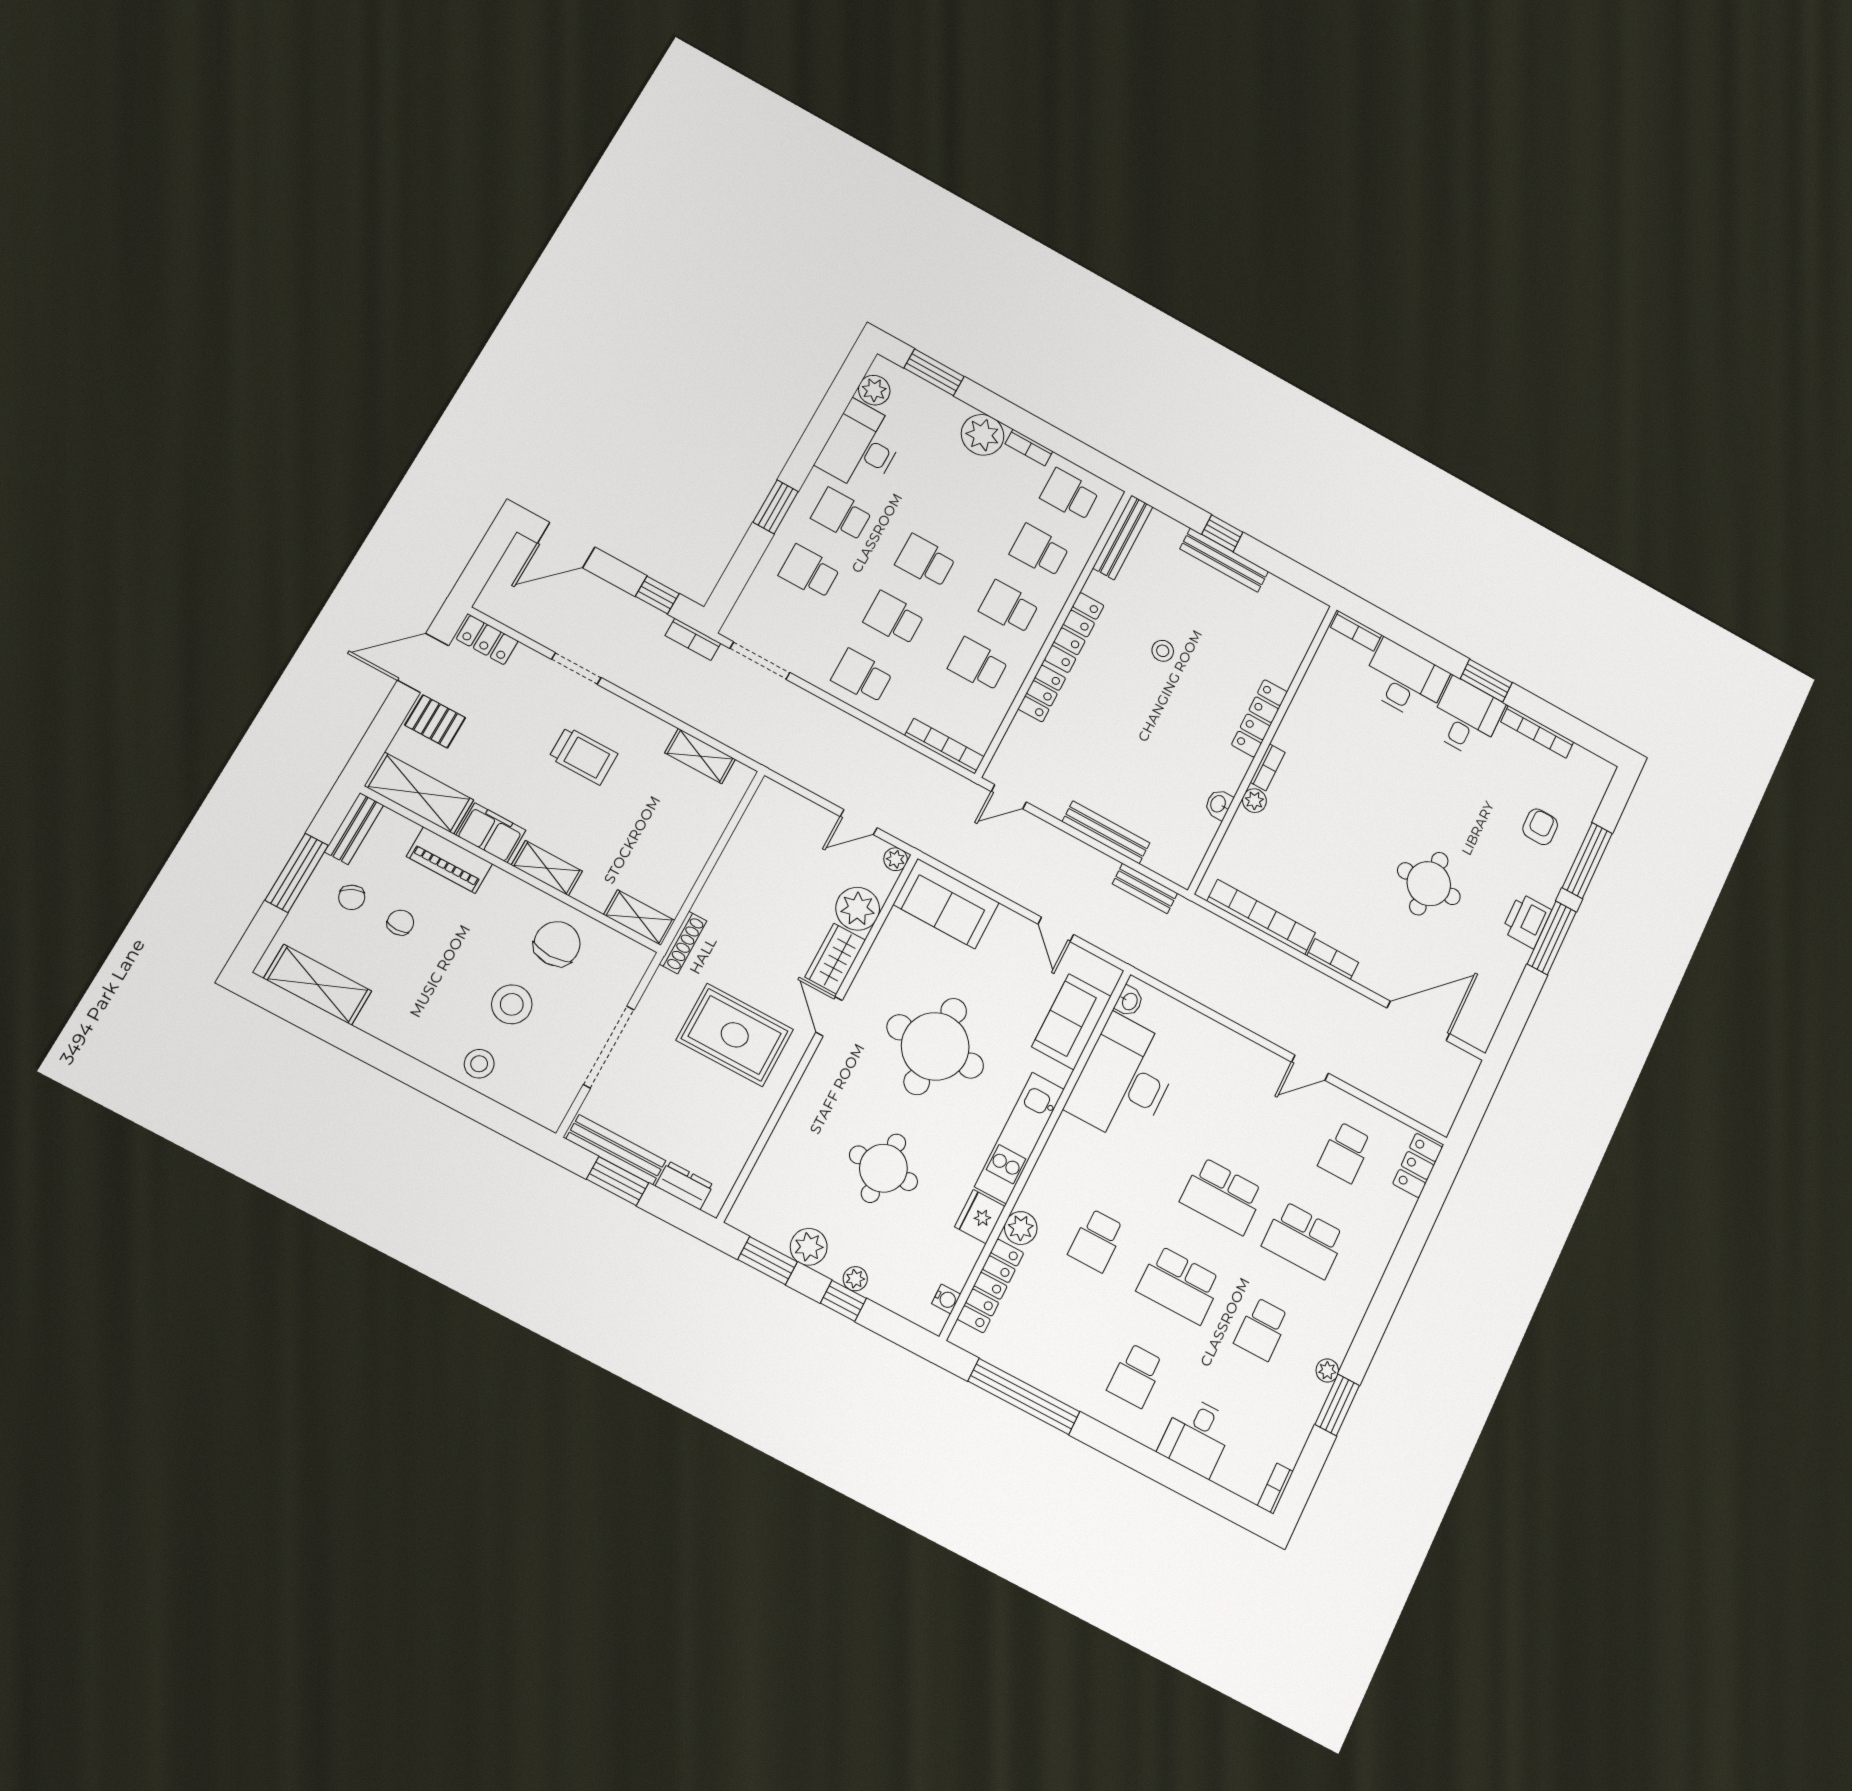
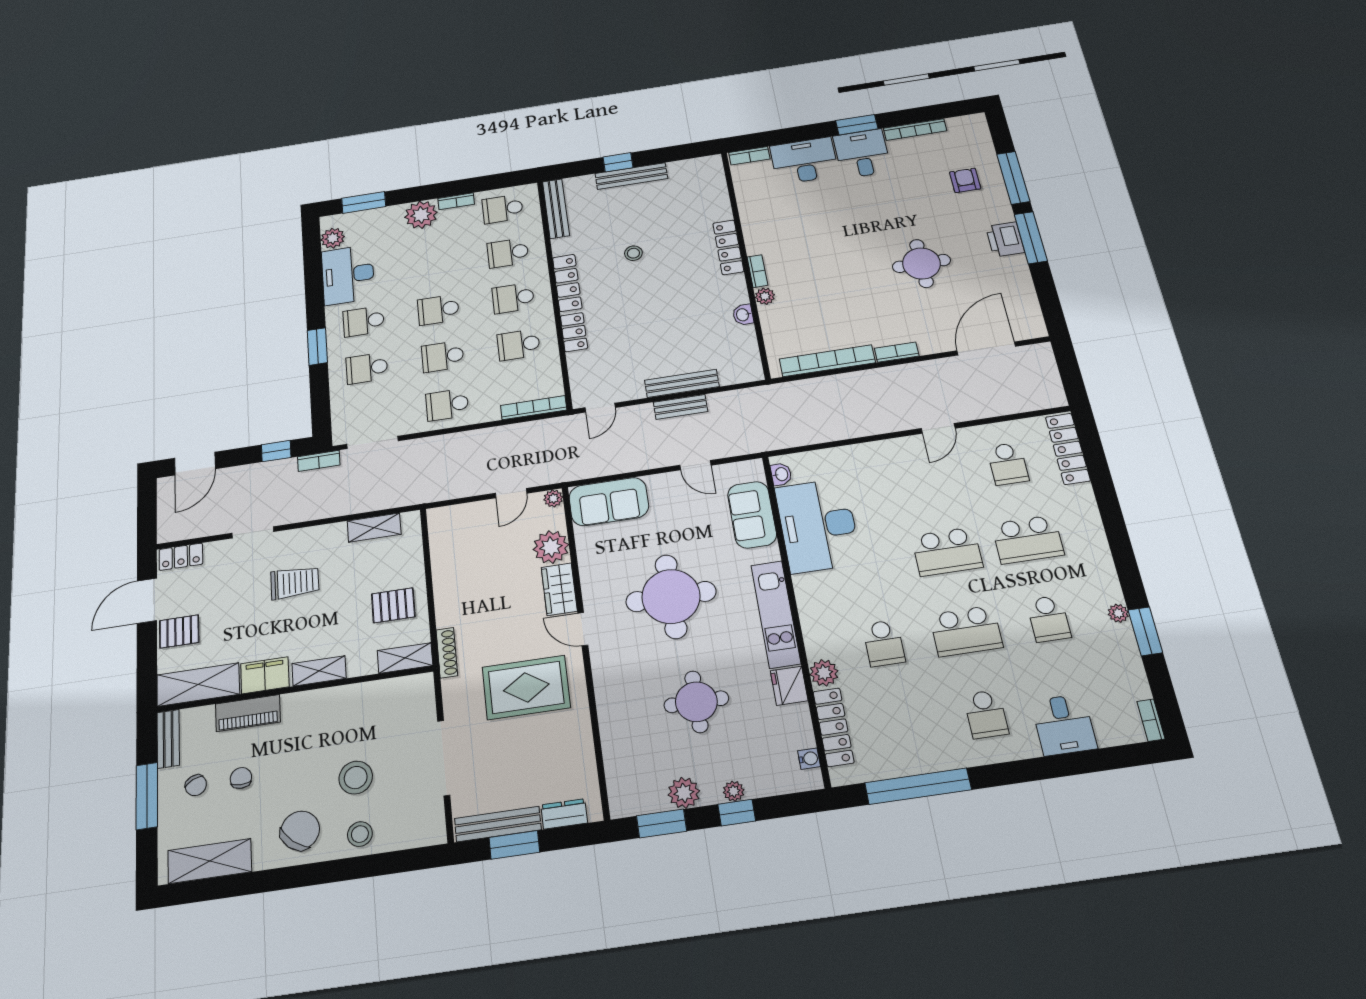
pallet: (664, 854) -> (393, 605), added
bench: (1145, 889) -> (680, 407), moved
chair: (557, 944) -> (300, 830), moved, turned 39
locker: (1418, 1165) -> (1068, 449), width x1.53

